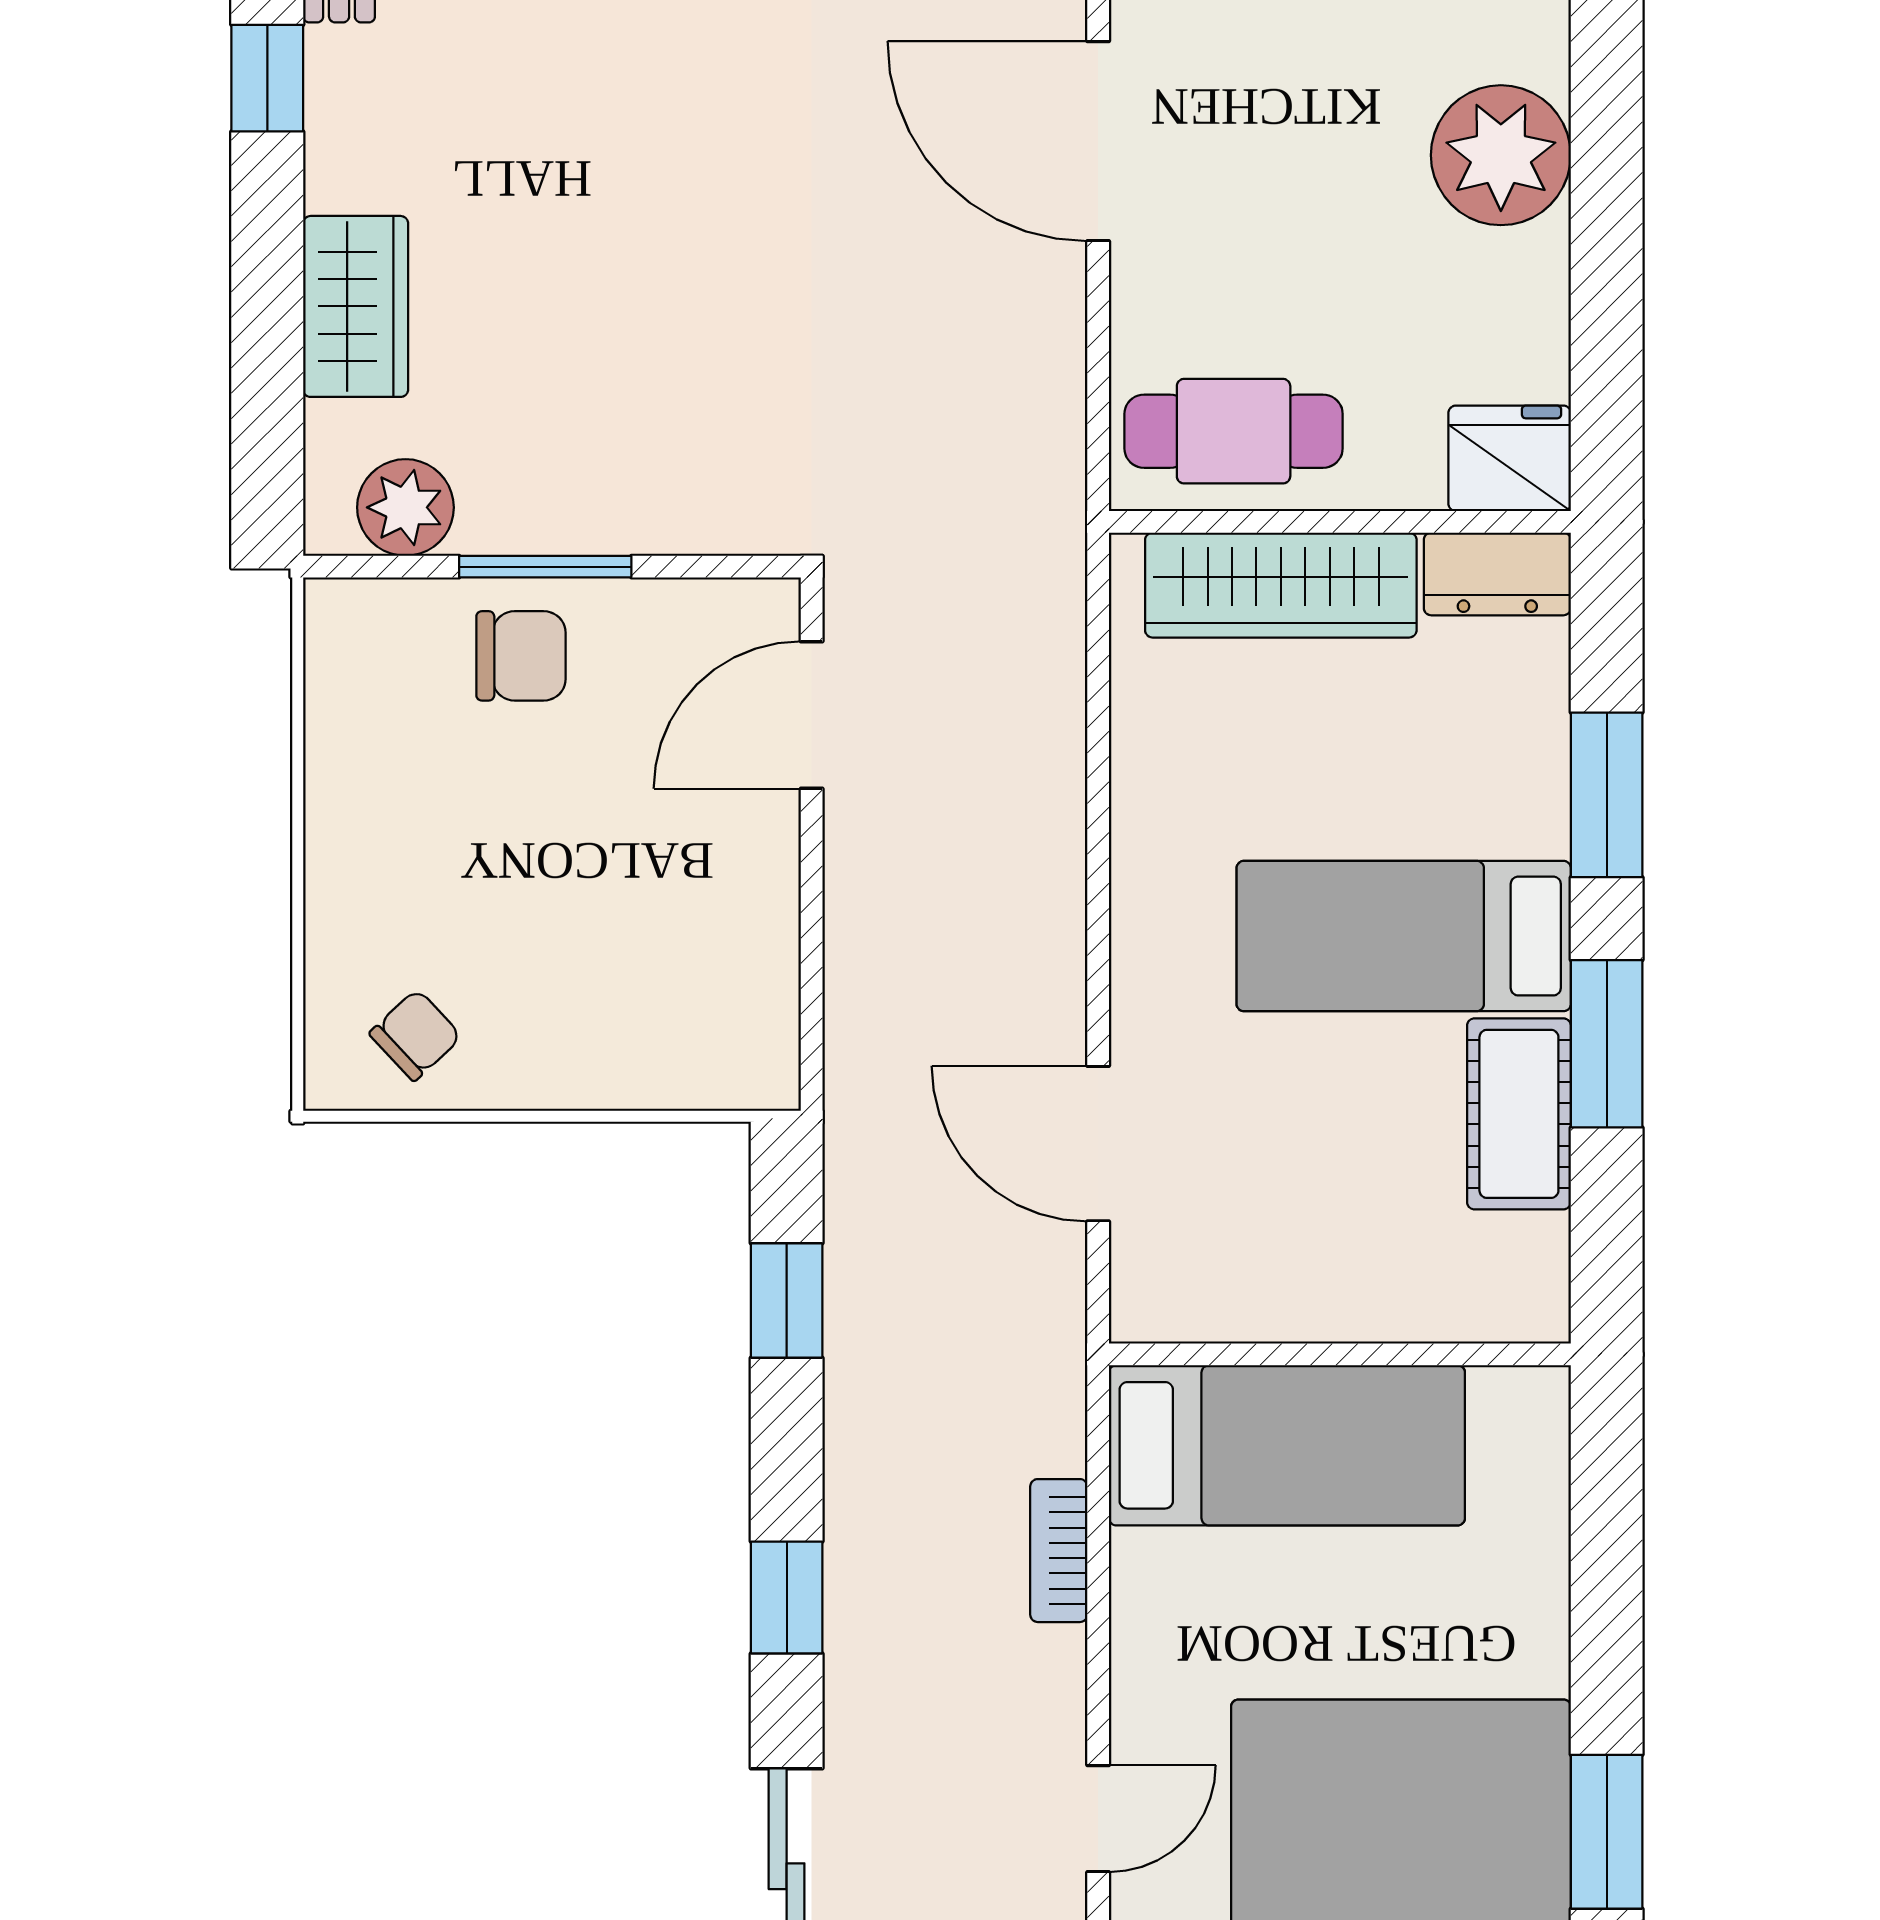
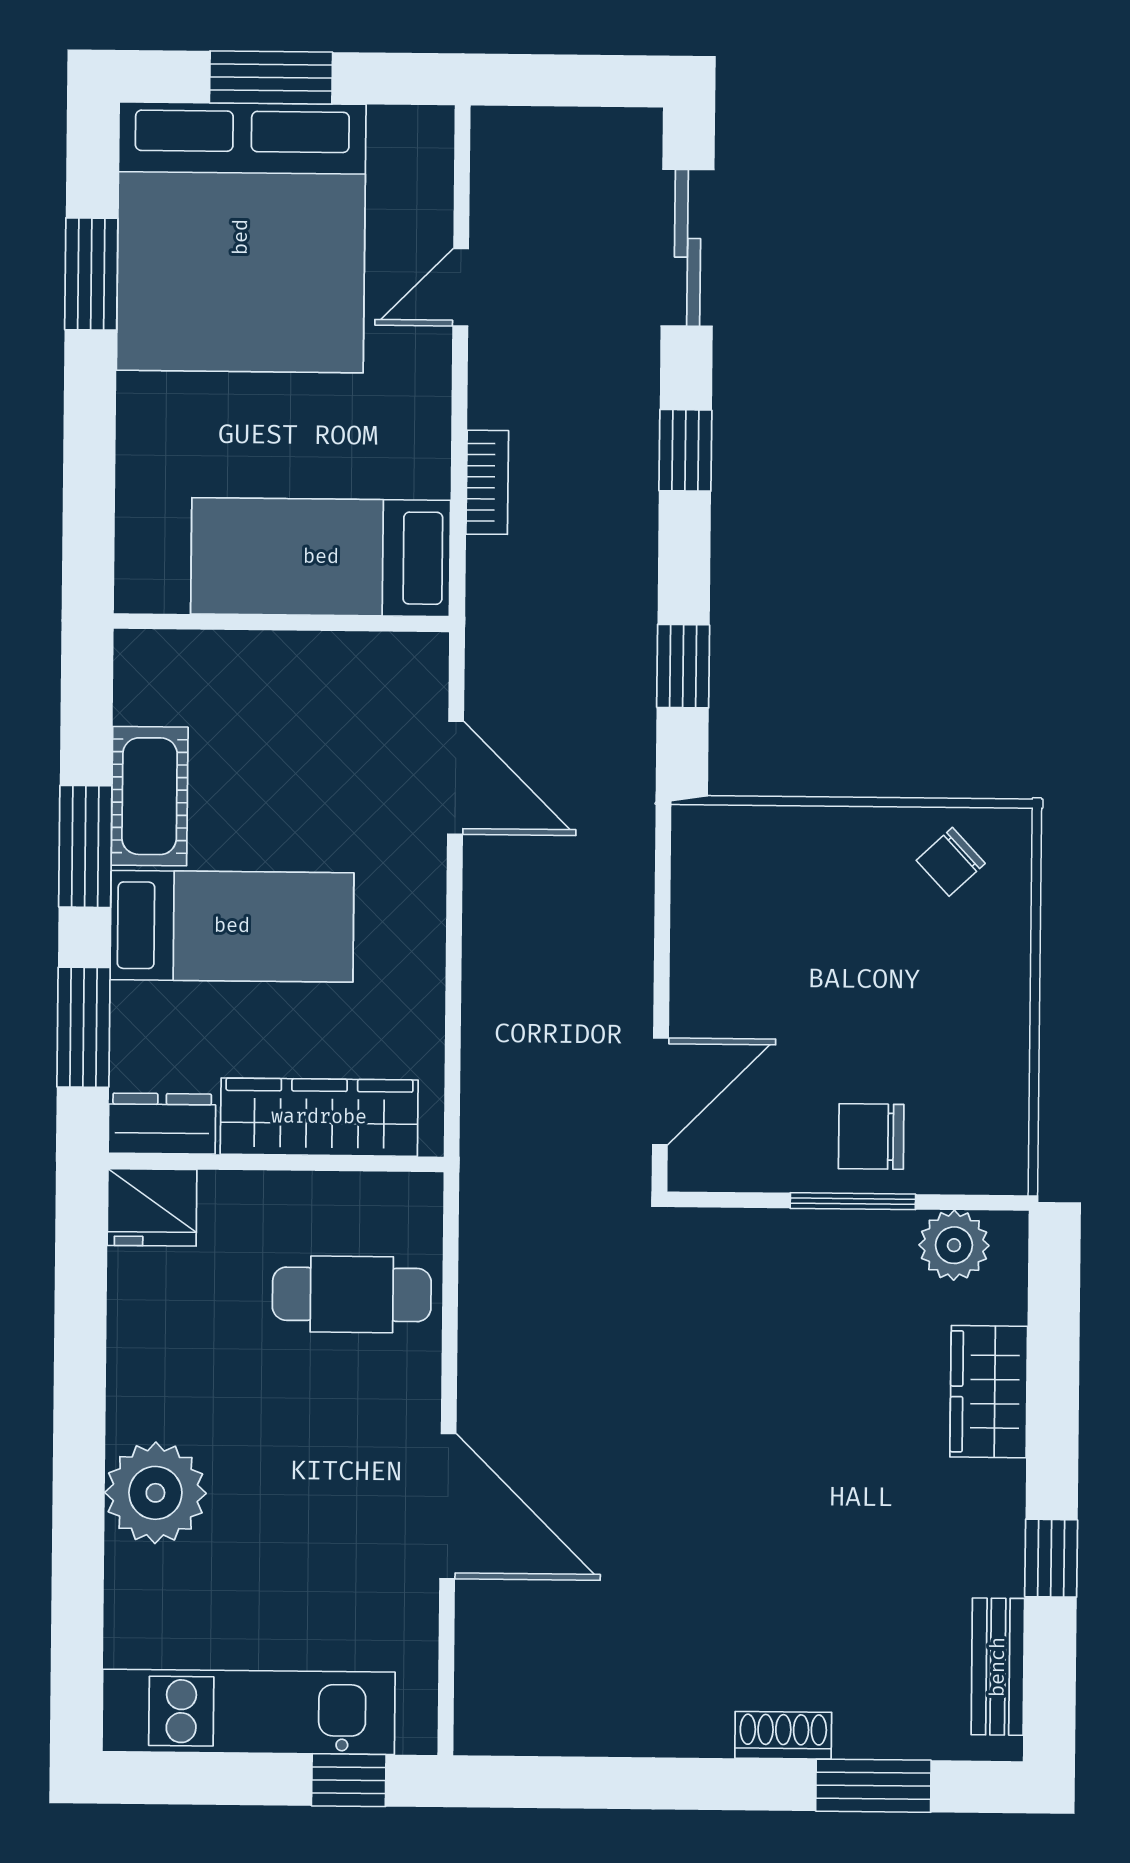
fridge: (1510, 458) -> (152, 1207), moved
wall: (1340, 522) -> (276, 1163), moved
dresser: (1497, 574) -> (162, 1124), moved
wardrobe: (1281, 585) -> (319, 1117), moved

